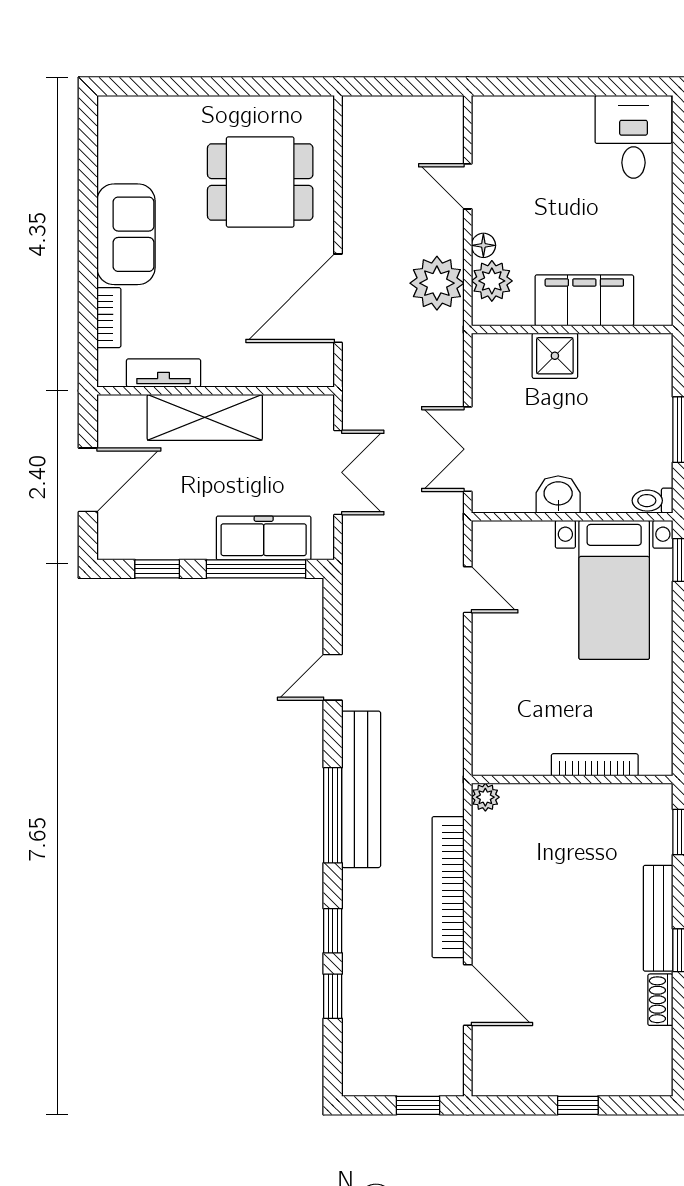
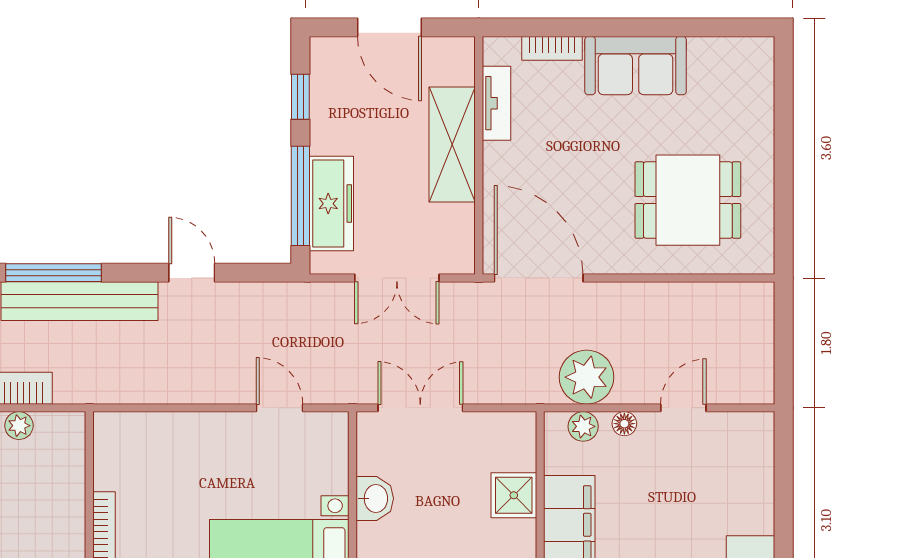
dining table: (260, 182) -> (688, 200), turned 90
plant: (492, 281) -> (583, 426), width x0.73, depth x0.73
door: (338, 298) -> (539, 278), moved
door: (468, 590) -> (280, 408), swing flipped
plant: (485, 797) -> (19, 426), moved

